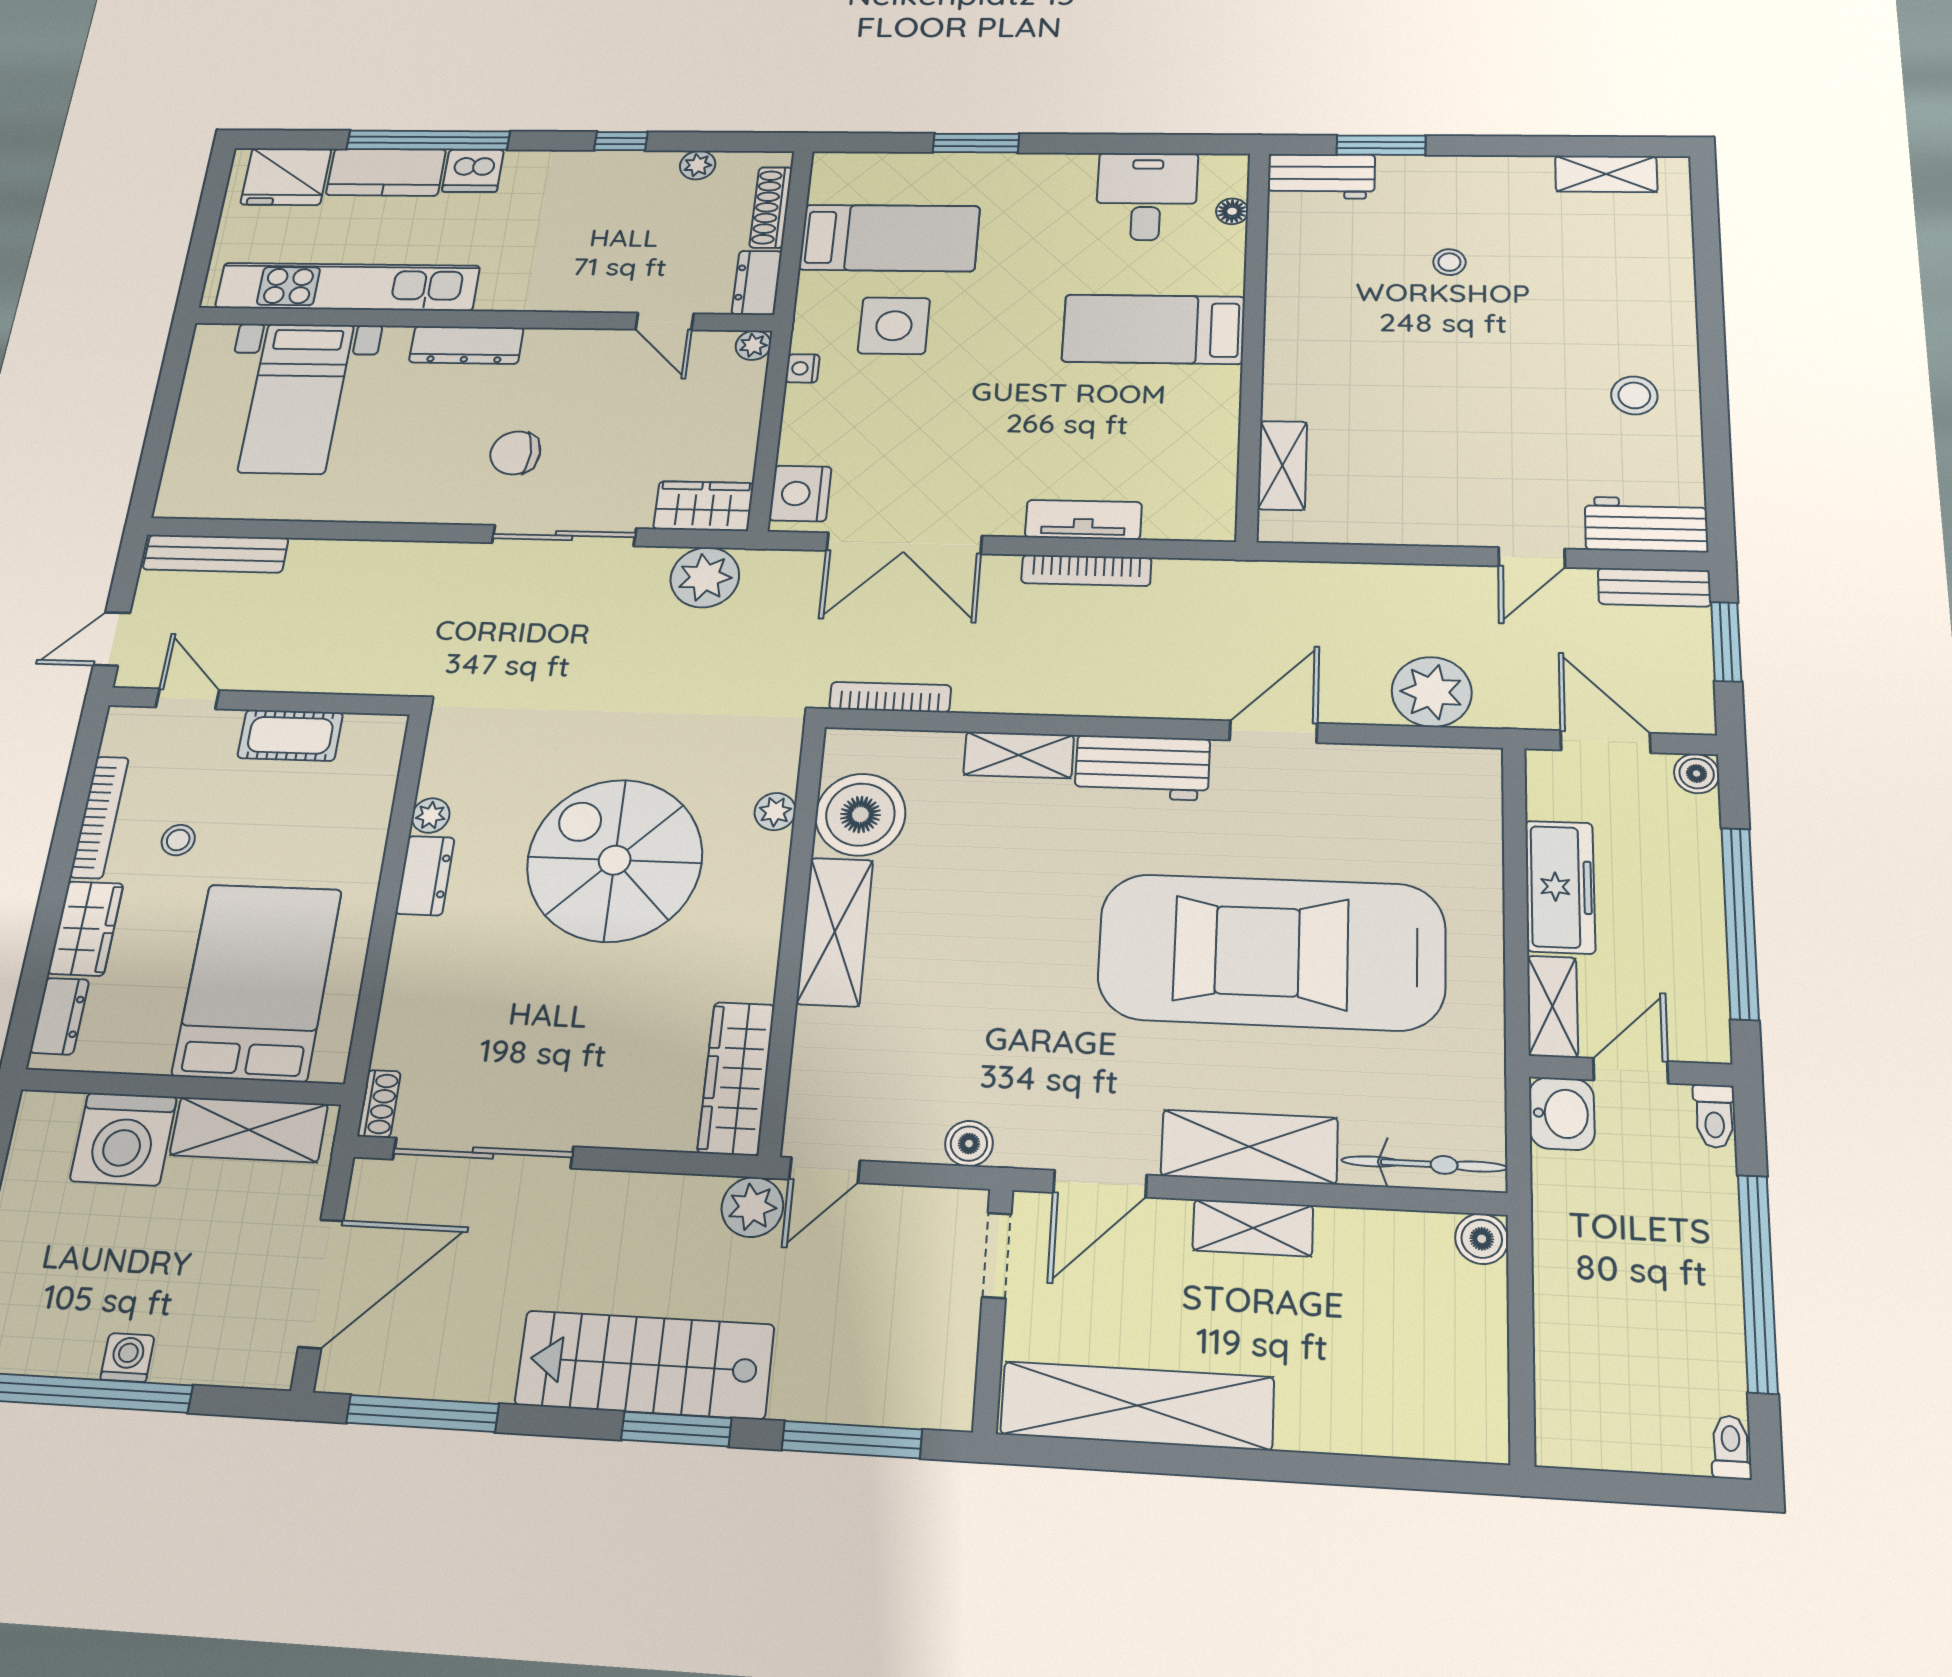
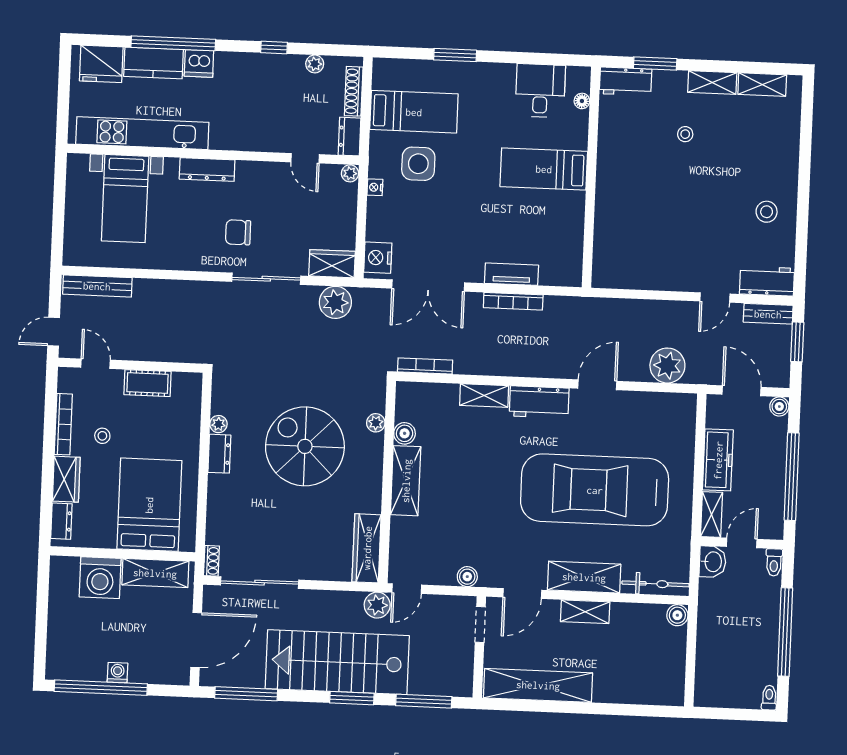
shelving: (1282, 465) -> (712, 83), moved, turned 90
boiler: (860, 815) -> (405, 433), width x0.54, depth x0.54
stairs: (645, 1365) -> (337, 662), width x1.36, depth x1.51

